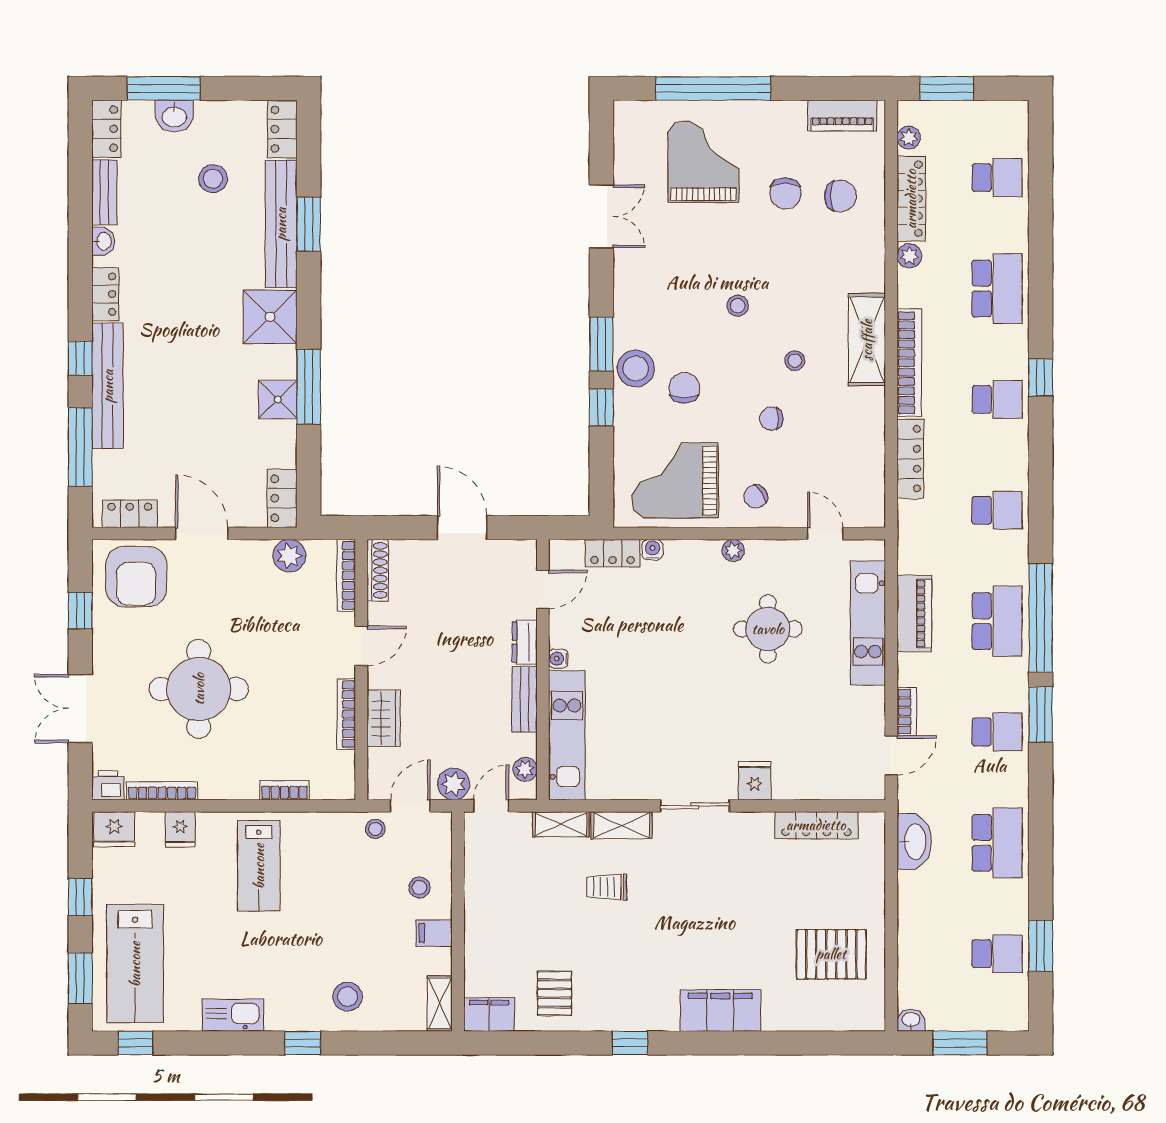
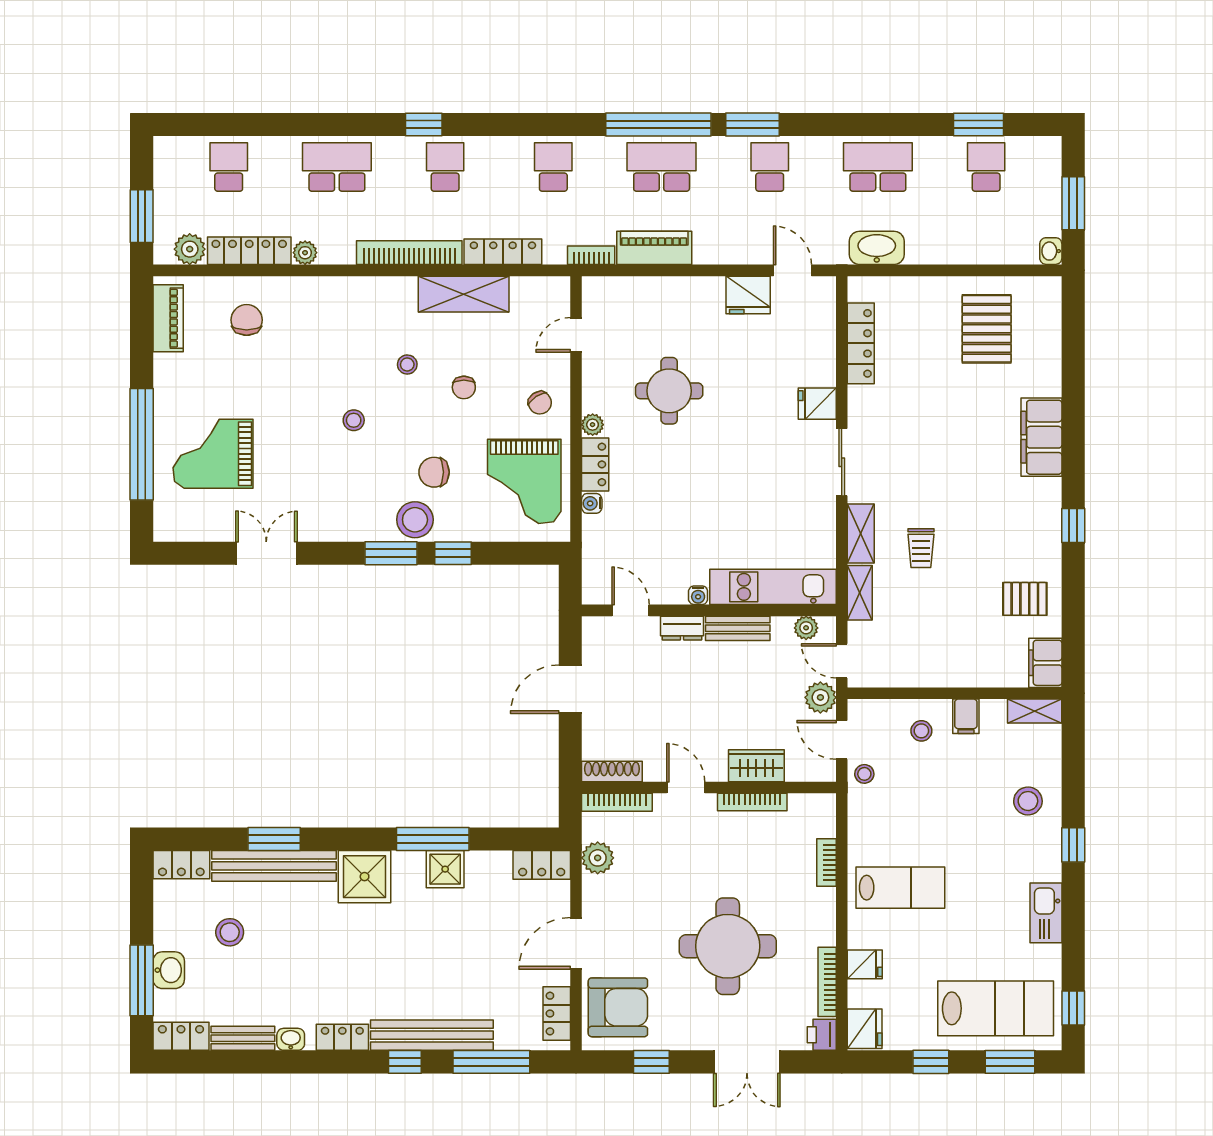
plant: (909, 138) -> (190, 249), width x1.38, depth x1.38
chair: (785, 193) -> (244, 374), removed
shelving: (867, 340) -> (464, 294), moved
locker: (613, 553) -> (595, 464), moved
kitchen unit: (868, 623) -> (663, 293), removed
fridge: (866, 710) -> (748, 295), added
bookcase: (907, 712) -> (591, 255), moved

